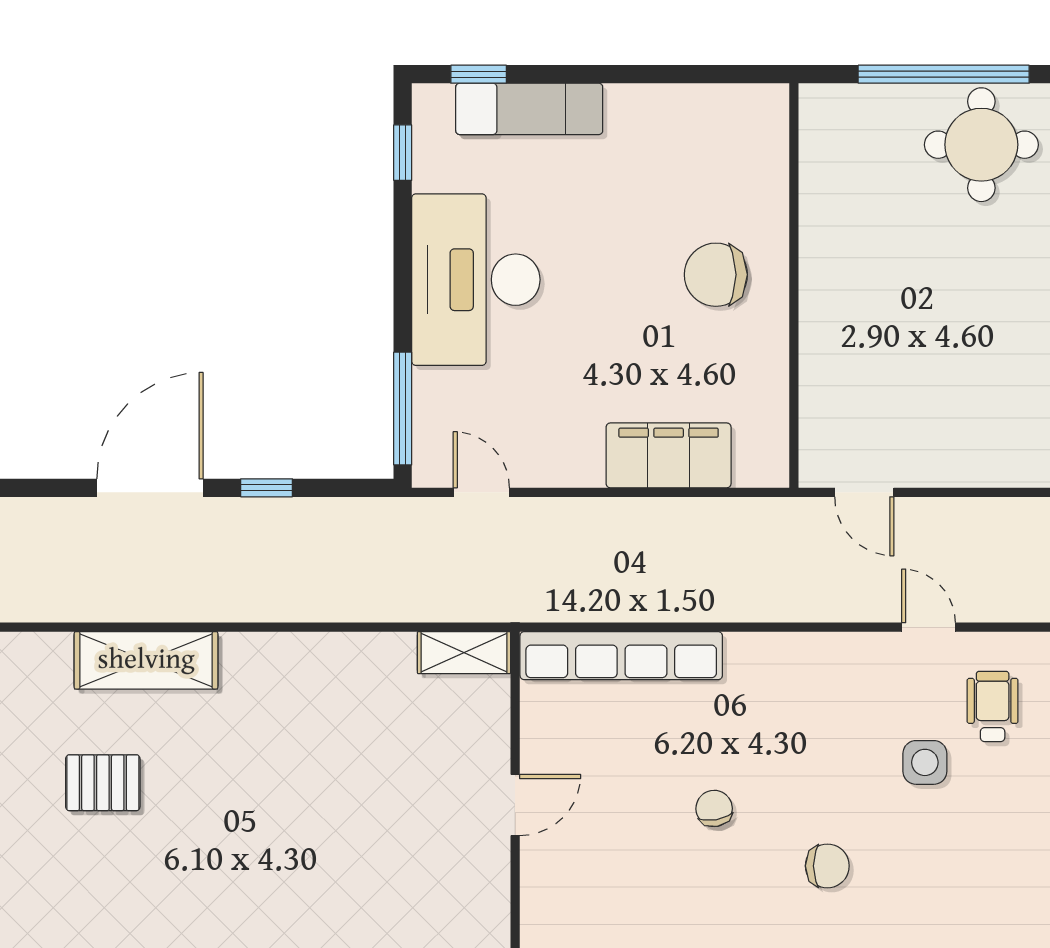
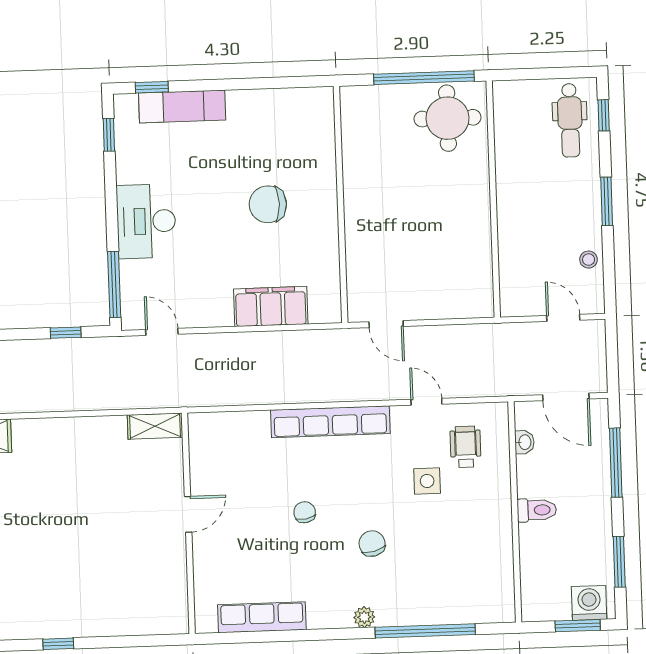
chair: (716, 275) -> (268, 204), moved
desk: (476, 280) -> (146, 221), width x0.73, depth x0.77
window: (267, 488) -> (66, 333), moved
row of seats: (621, 656) -> (330, 422), moved
chair: (827, 866) -> (372, 544), turned -104

